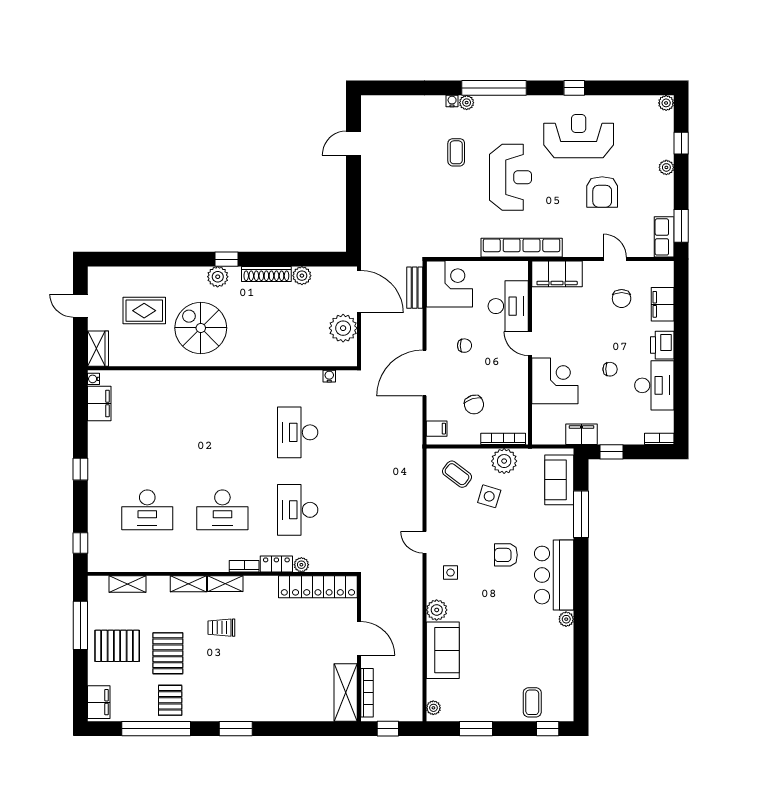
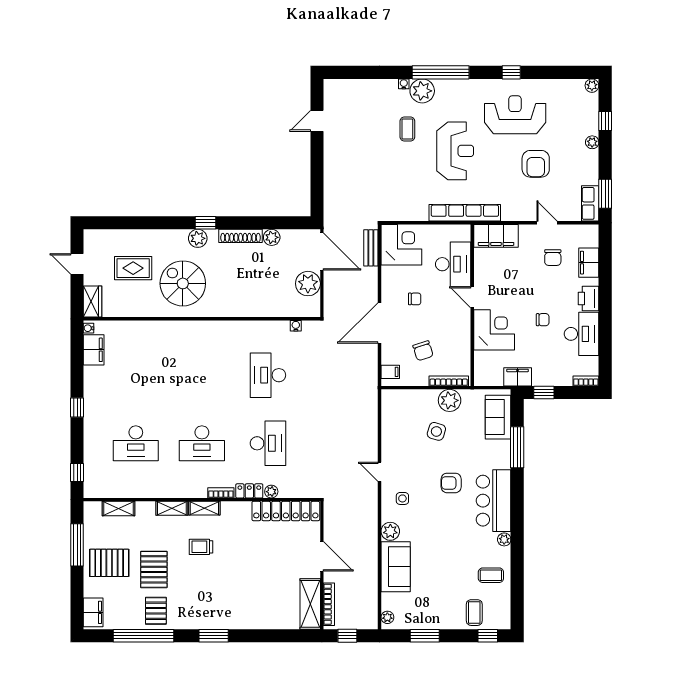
plant: (467, 103) -> (422, 91), width x1.87, depth x1.87
coffee table: (457, 474) -> (491, 575), moved, turned -37
desk: (298, 510) -> (268, 443), turned 180

